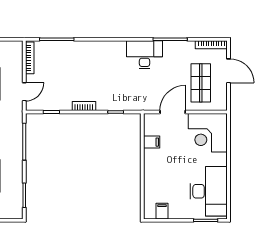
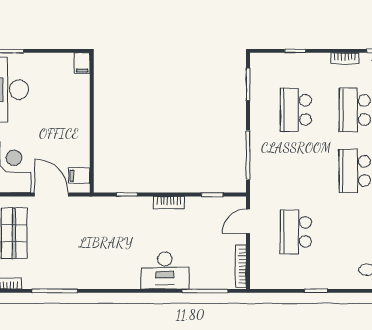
desk: (145, 55) -> (165, 270), moved
door: (173, 112) -> (51, 195), swing flipped
filing cabinet: (152, 142) -> (79, 176), moved
filing cabinet: (162, 211) -> (82, 63), moved

